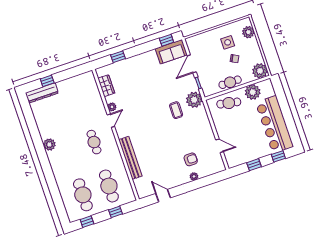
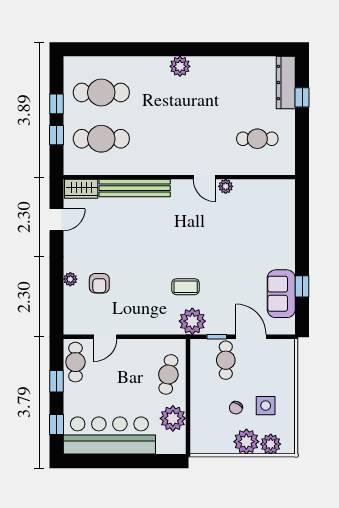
window: (166, 40) -> (302, 286), moved
sofa: (171, 52) -> (281, 294), moved
window: (118, 57) -> (302, 223), removed
plant: (260, 71) -> (246, 442), moved
cafe table: (230, 82) -> (226, 360), moved
wardrobe: (106, 86) -> (81, 189), moved
cafe table: (94, 142) -> (257, 139), moved
plant: (49, 145) -> (180, 66), moved
cafe table: (240, 158) -> (75, 362), added
window: (87, 222) -> (57, 104), moved

